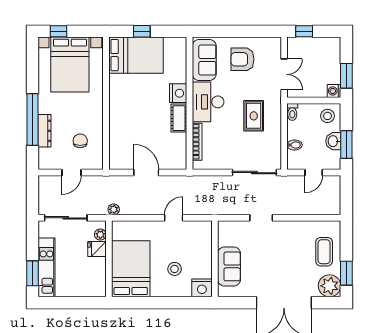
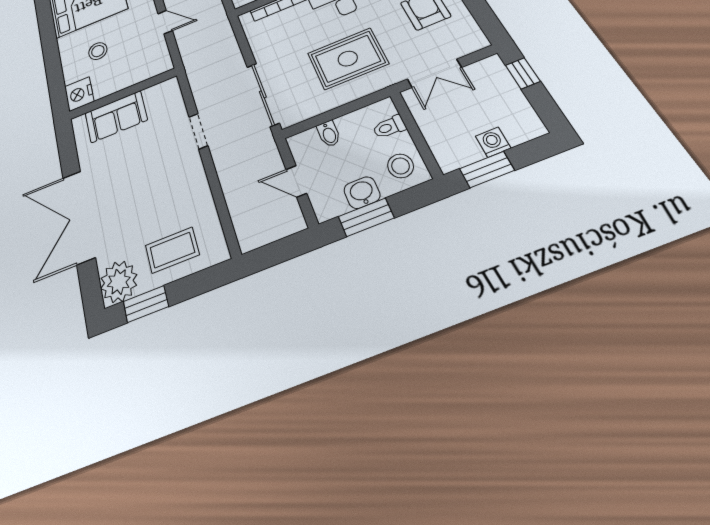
washing machine: (334, 91) -> (493, 142), moved
toilet: (292, 112) -> (389, 127), moved
rug: (254, 116) -> (348, 59), width x1.36, depth x1.43

